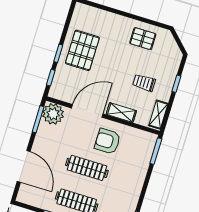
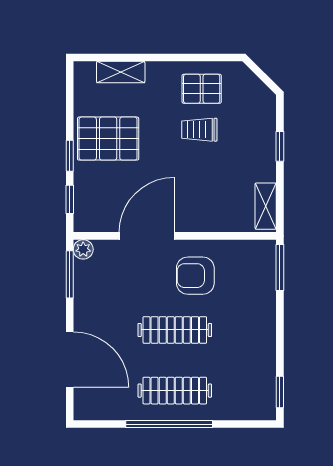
pallet: (82, 50) -> (108, 139), turned 90
trolley: (144, 83) -> (199, 130), moved
shelving: (121, 113) -> (121, 72), moved
plant: (53, 114) -> (83, 249), width x0.53, depth x0.53

